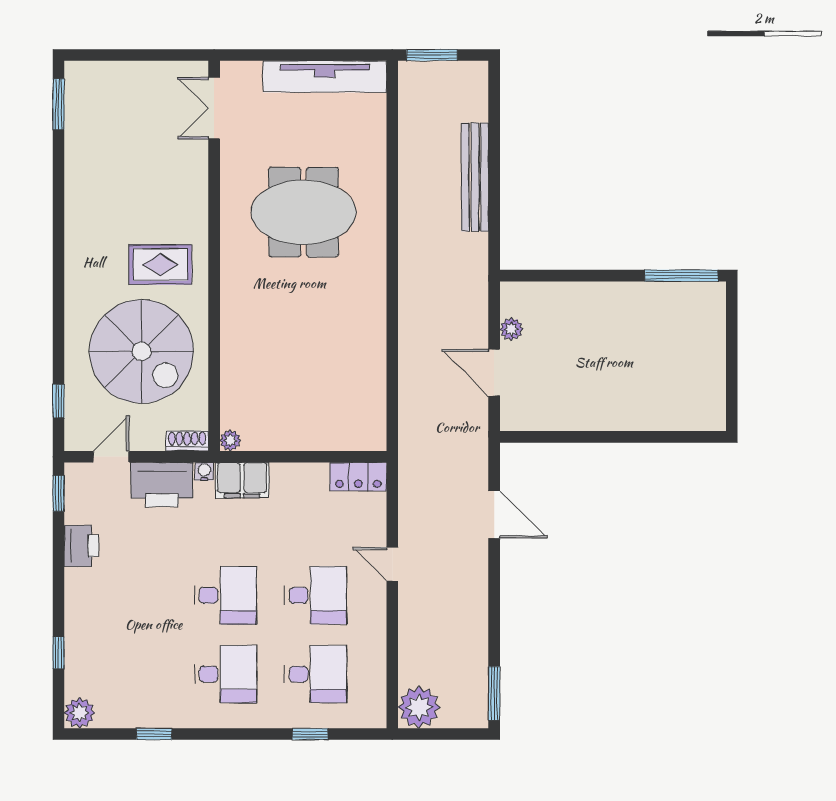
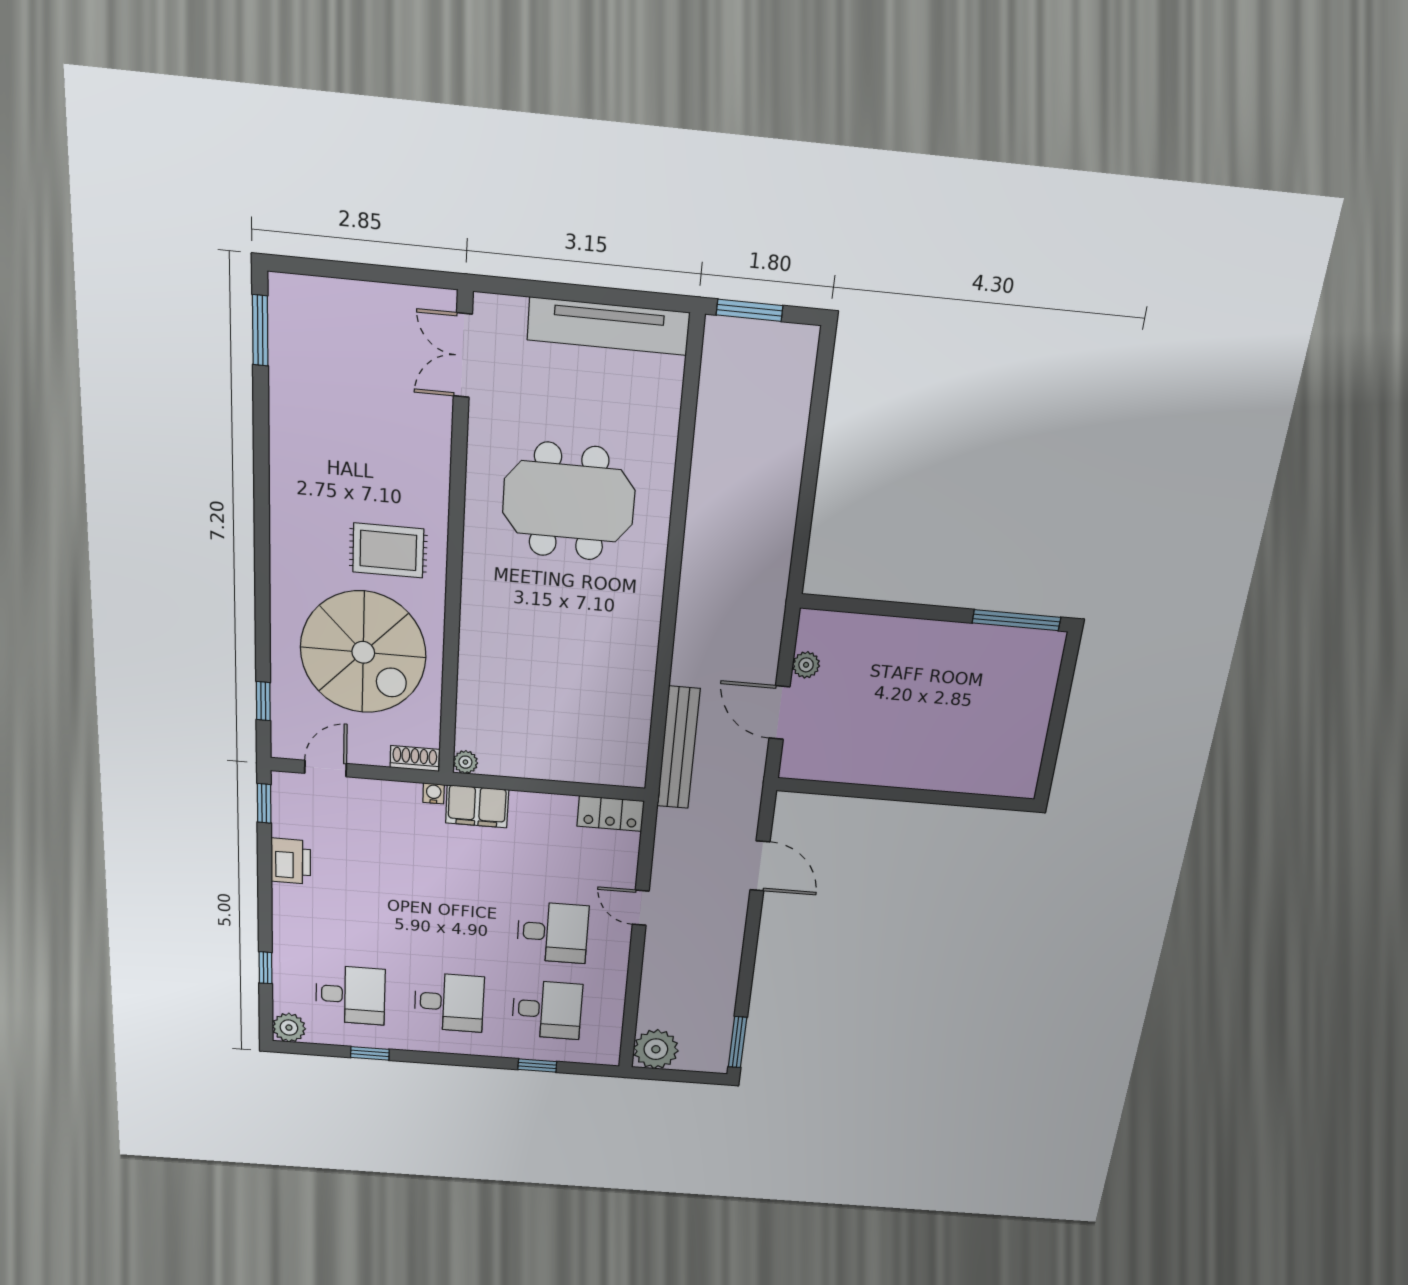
bench: (475, 177) -> (678, 748), moved
printer: (162, 485) -> (384, 804), removed
desk: (225, 595) -> (350, 995), moved

